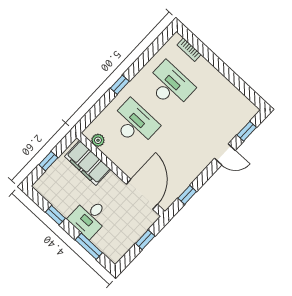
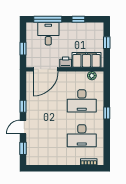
printer: (113, 182) -> (66, 62), added
door: (142, 194) -> (46, 69), hinge flipped
window: (187, 195) -> (23, 106), moved
desk: (89, 217) -> (48, 34), moved
window: (89, 246) -> (48, 19), width x1.44

